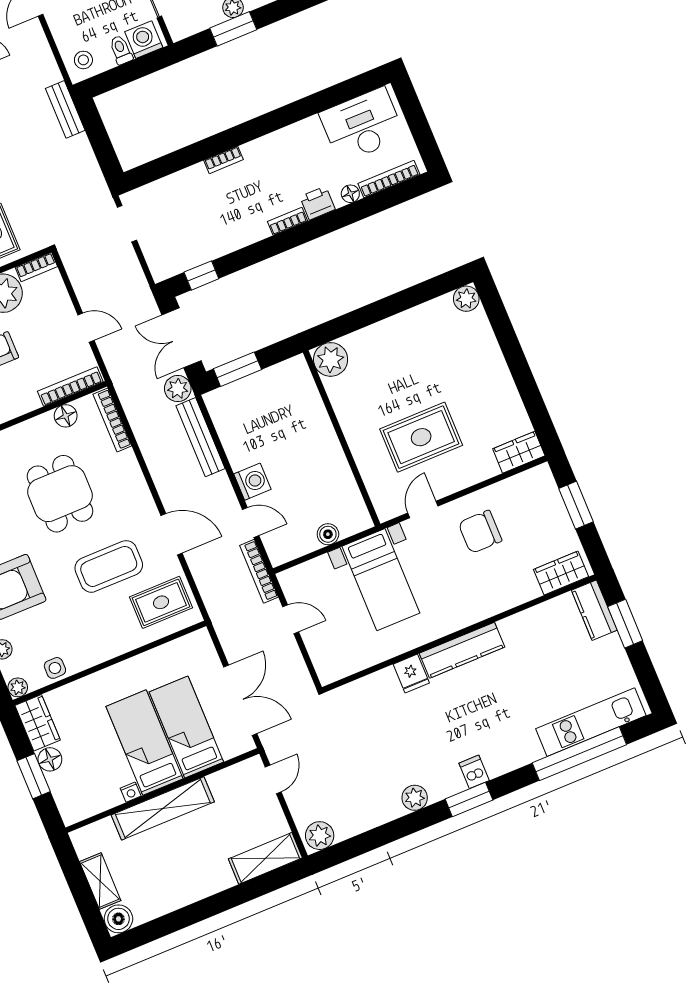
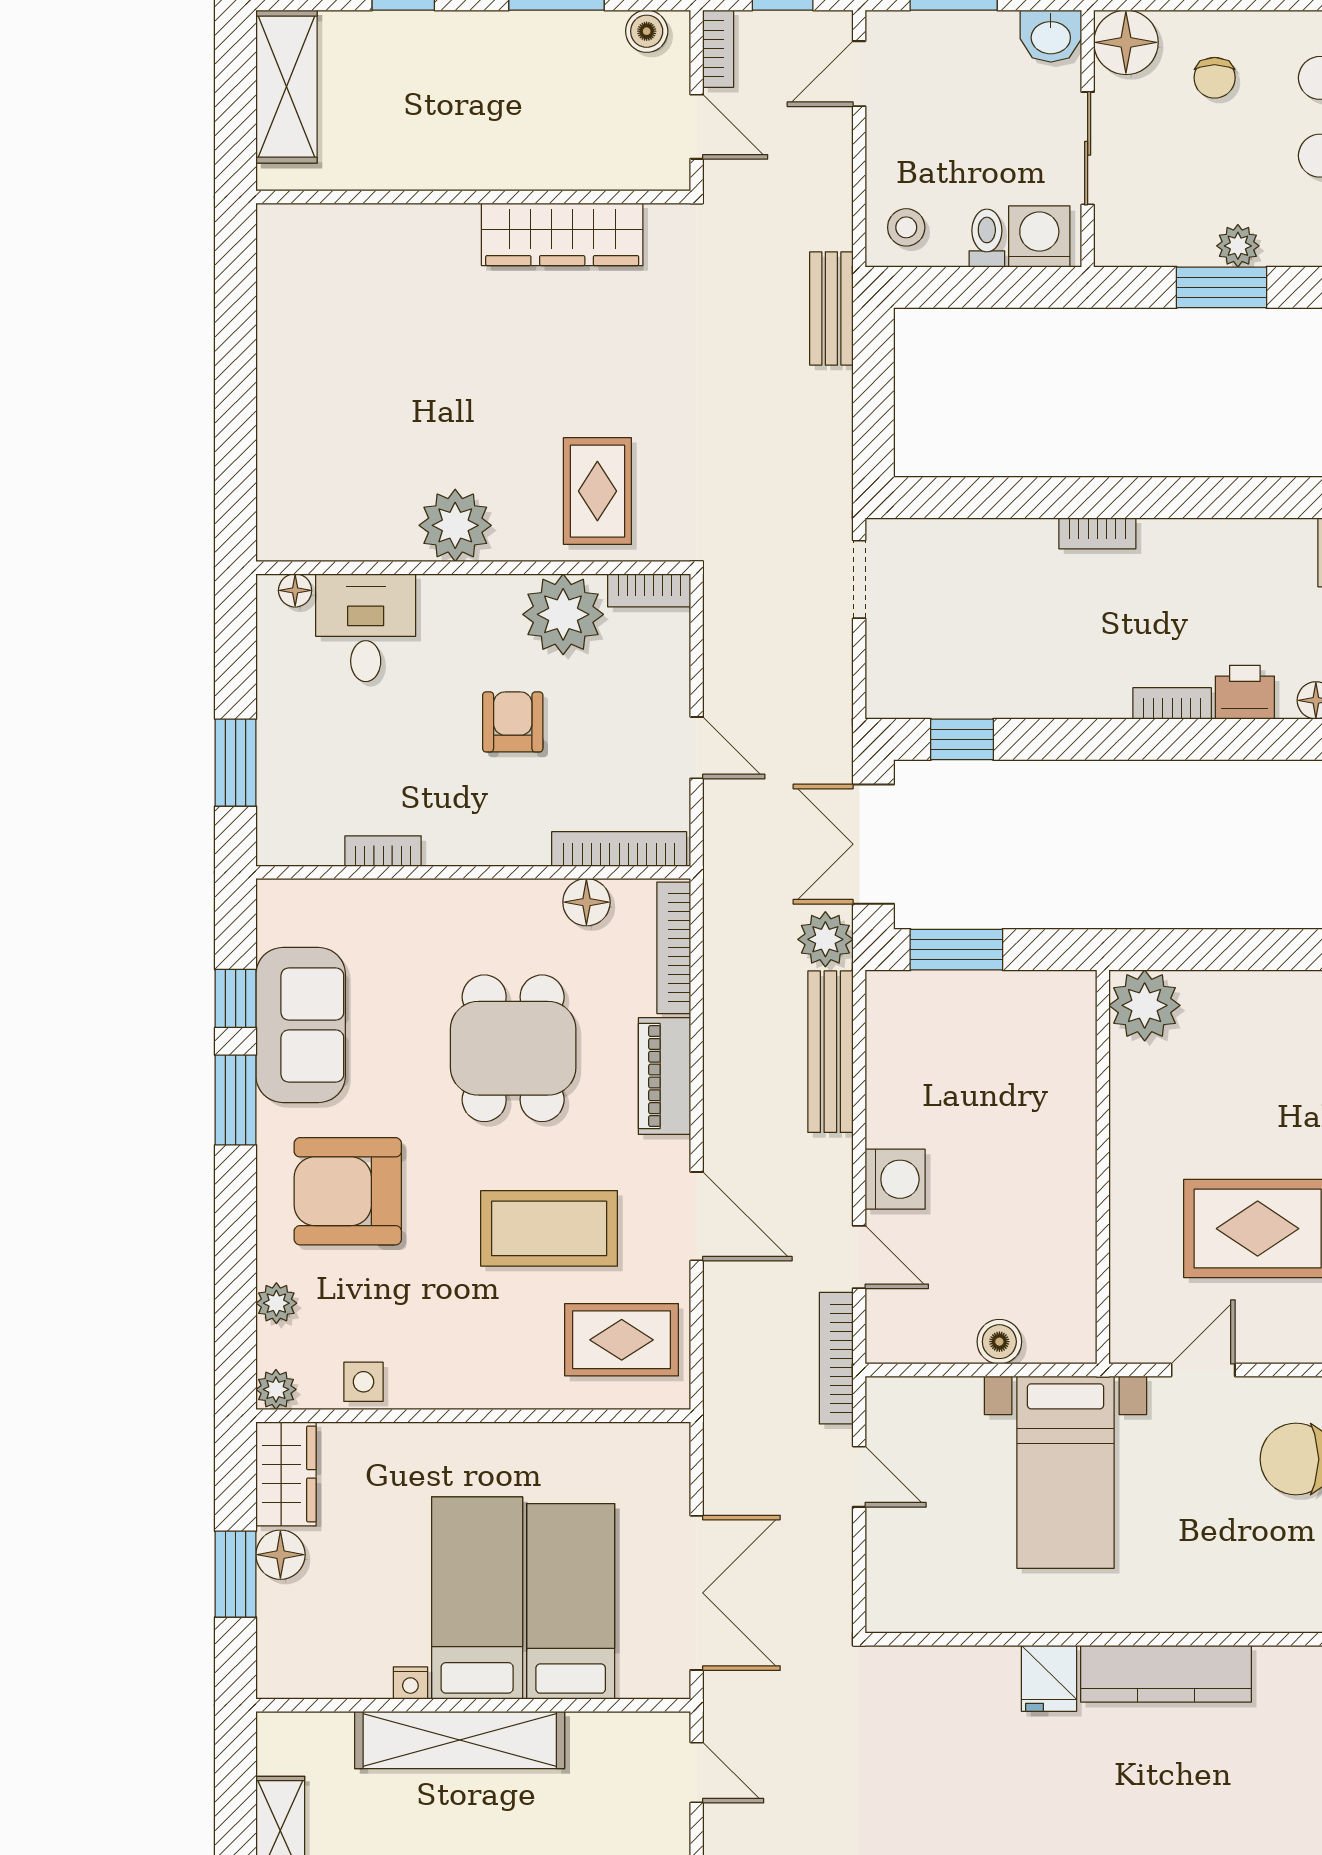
piano: (132, 478) -> (664, 1076), added
door: (273, 779) -> (697, 1773), hinge flipped

